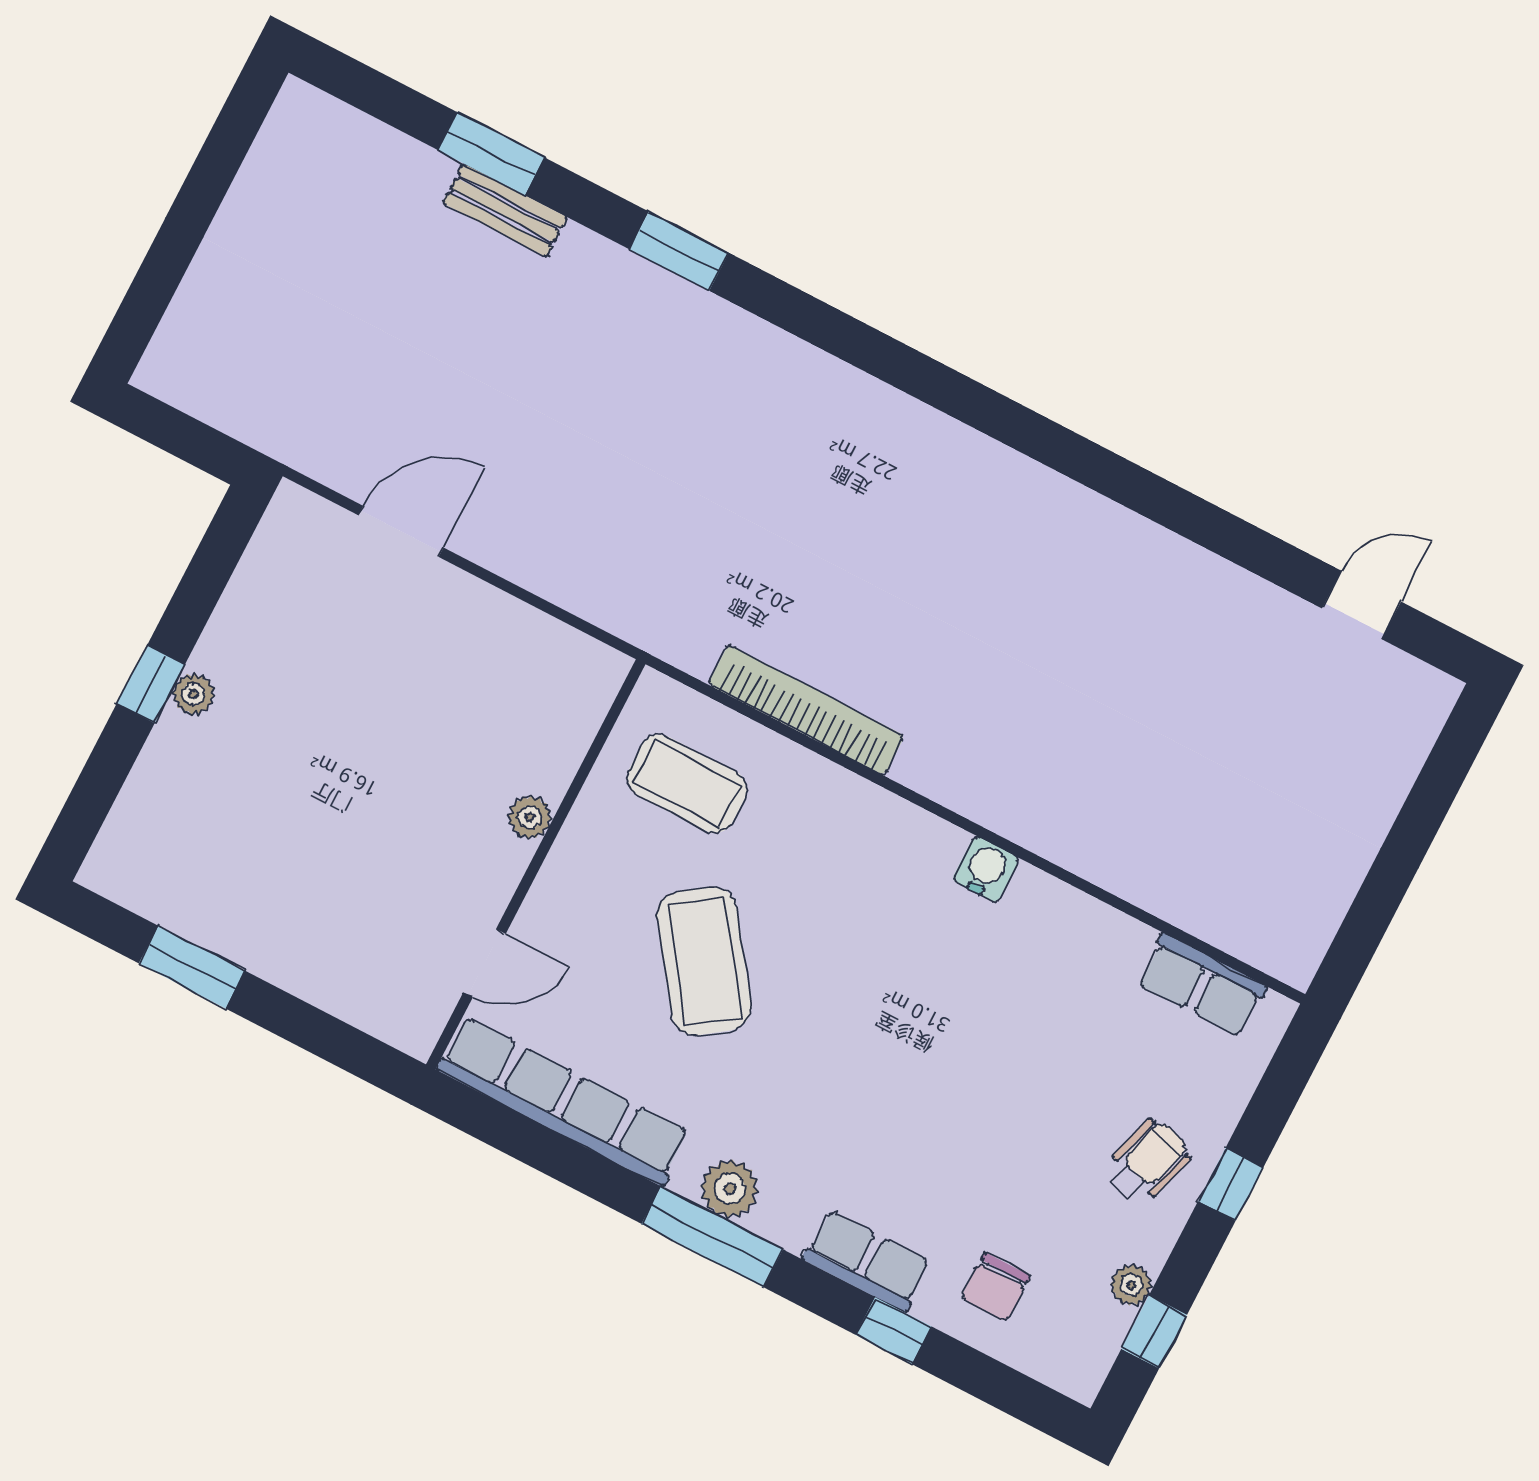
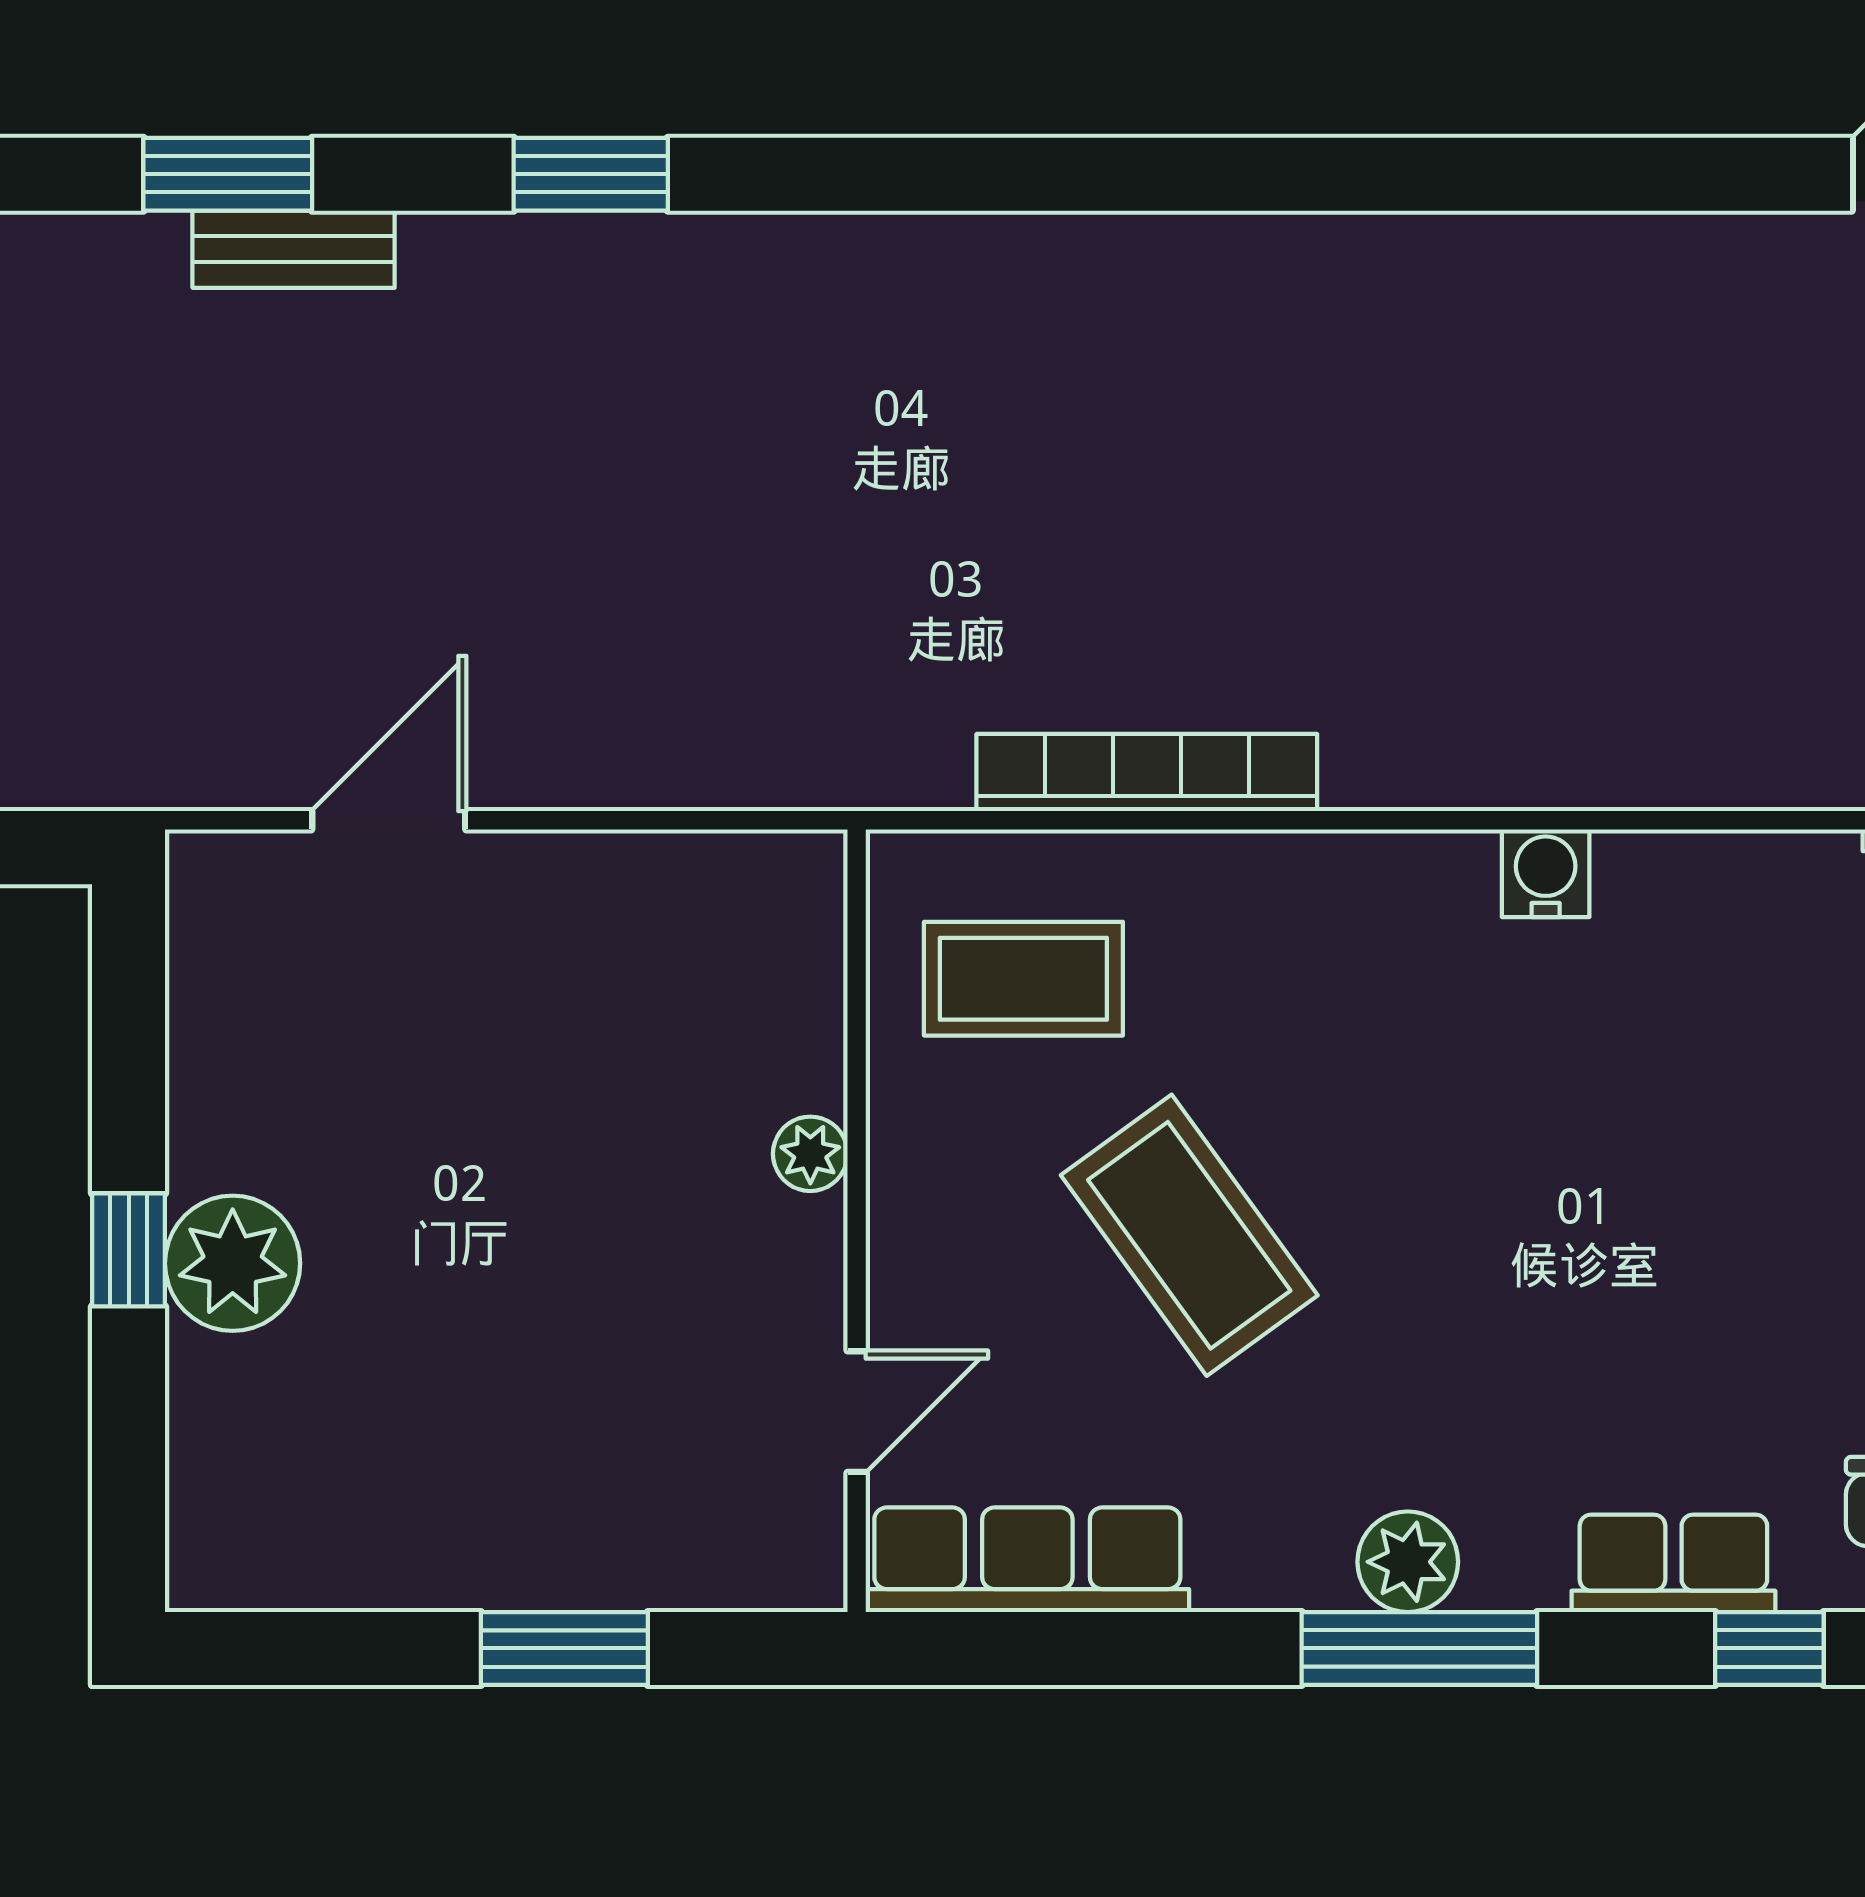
plant: (193, 694) -> (233, 1263), width x1.88, depth x1.88
window: (192, 967) -> (564, 1648), moved
row of seats: (564, 1101) -> (1027, 1560), width x0.73

